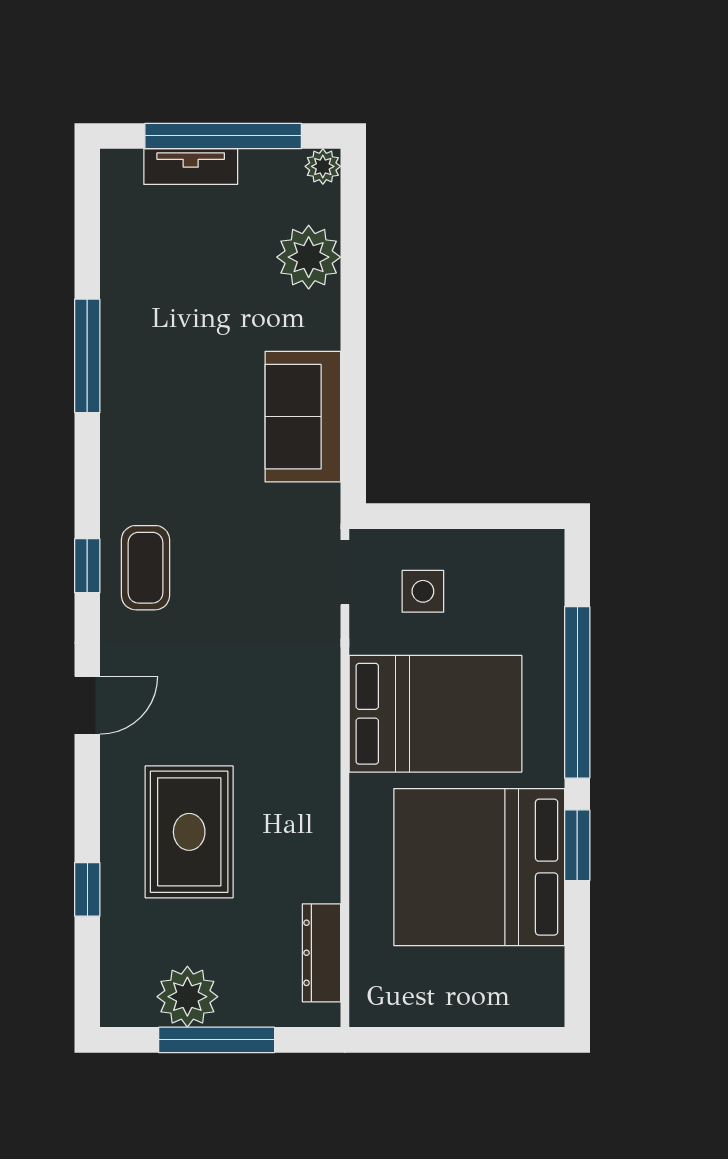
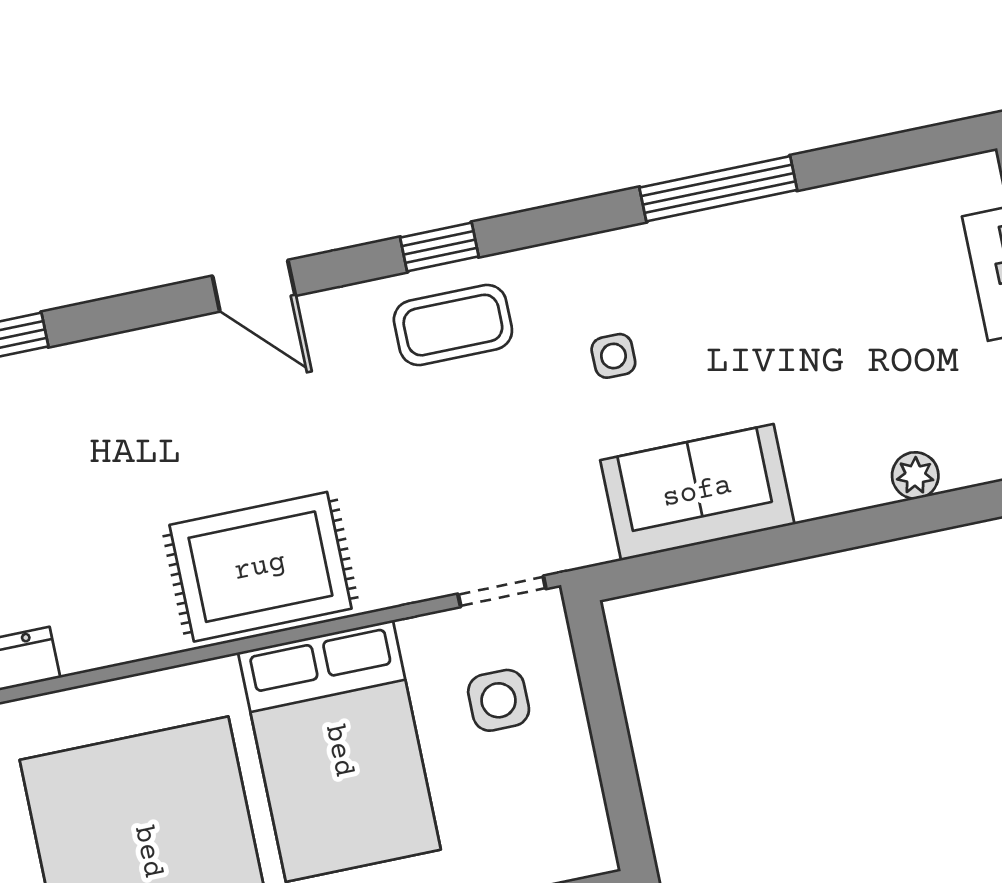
plant: (309, 257) -> (915, 475), width x0.53, depth x0.53
side table: (192, 457) -> (613, 356), added
rug: (189, 832) -> (260, 567), moved

